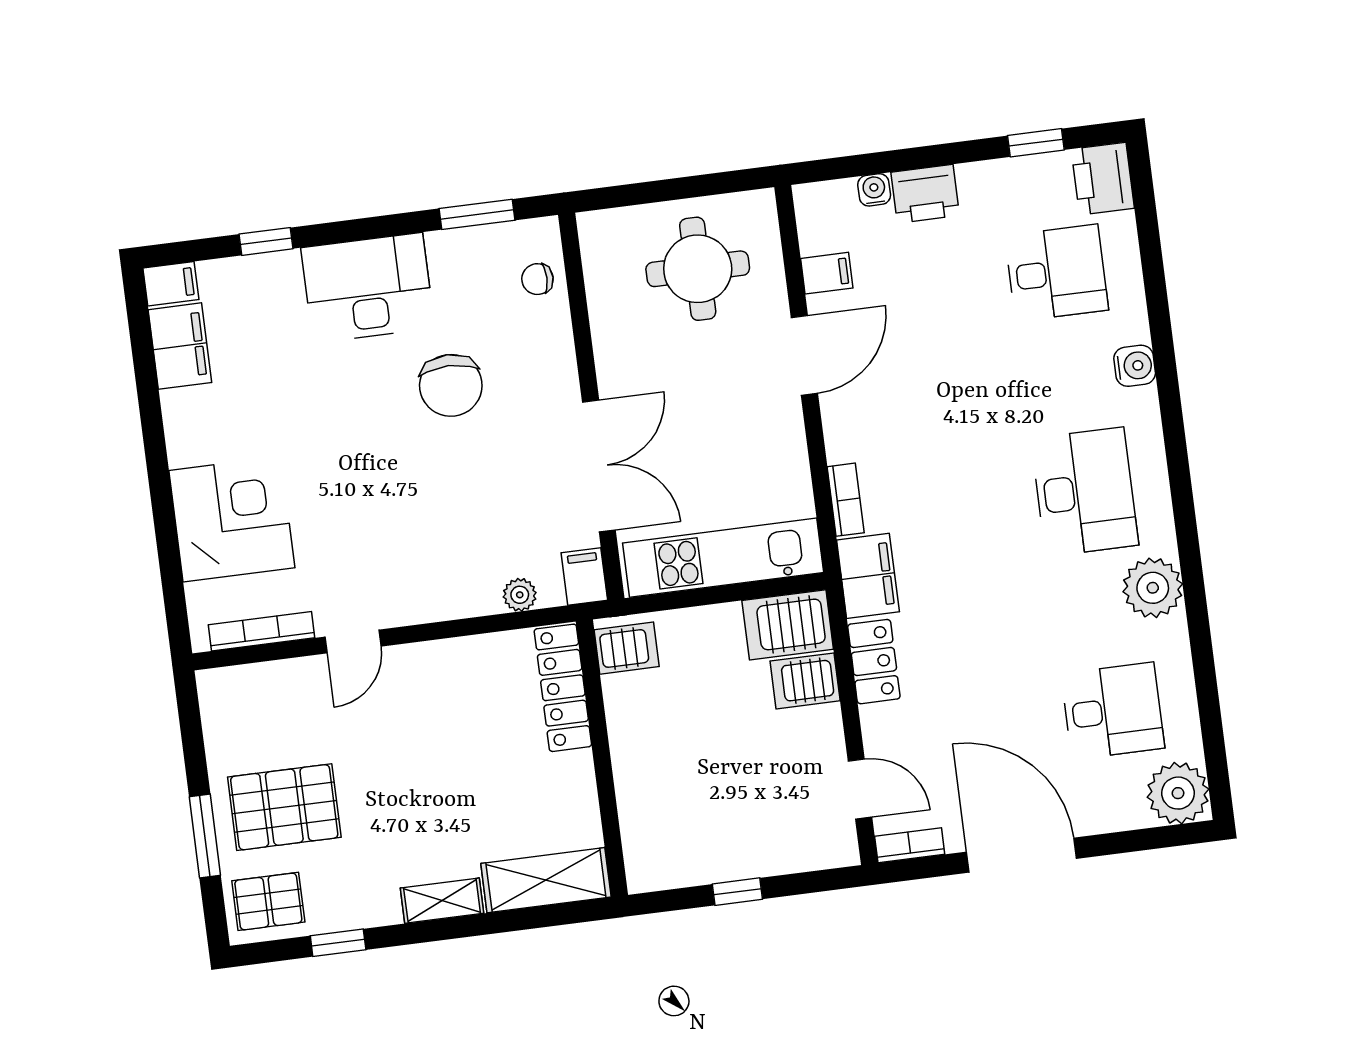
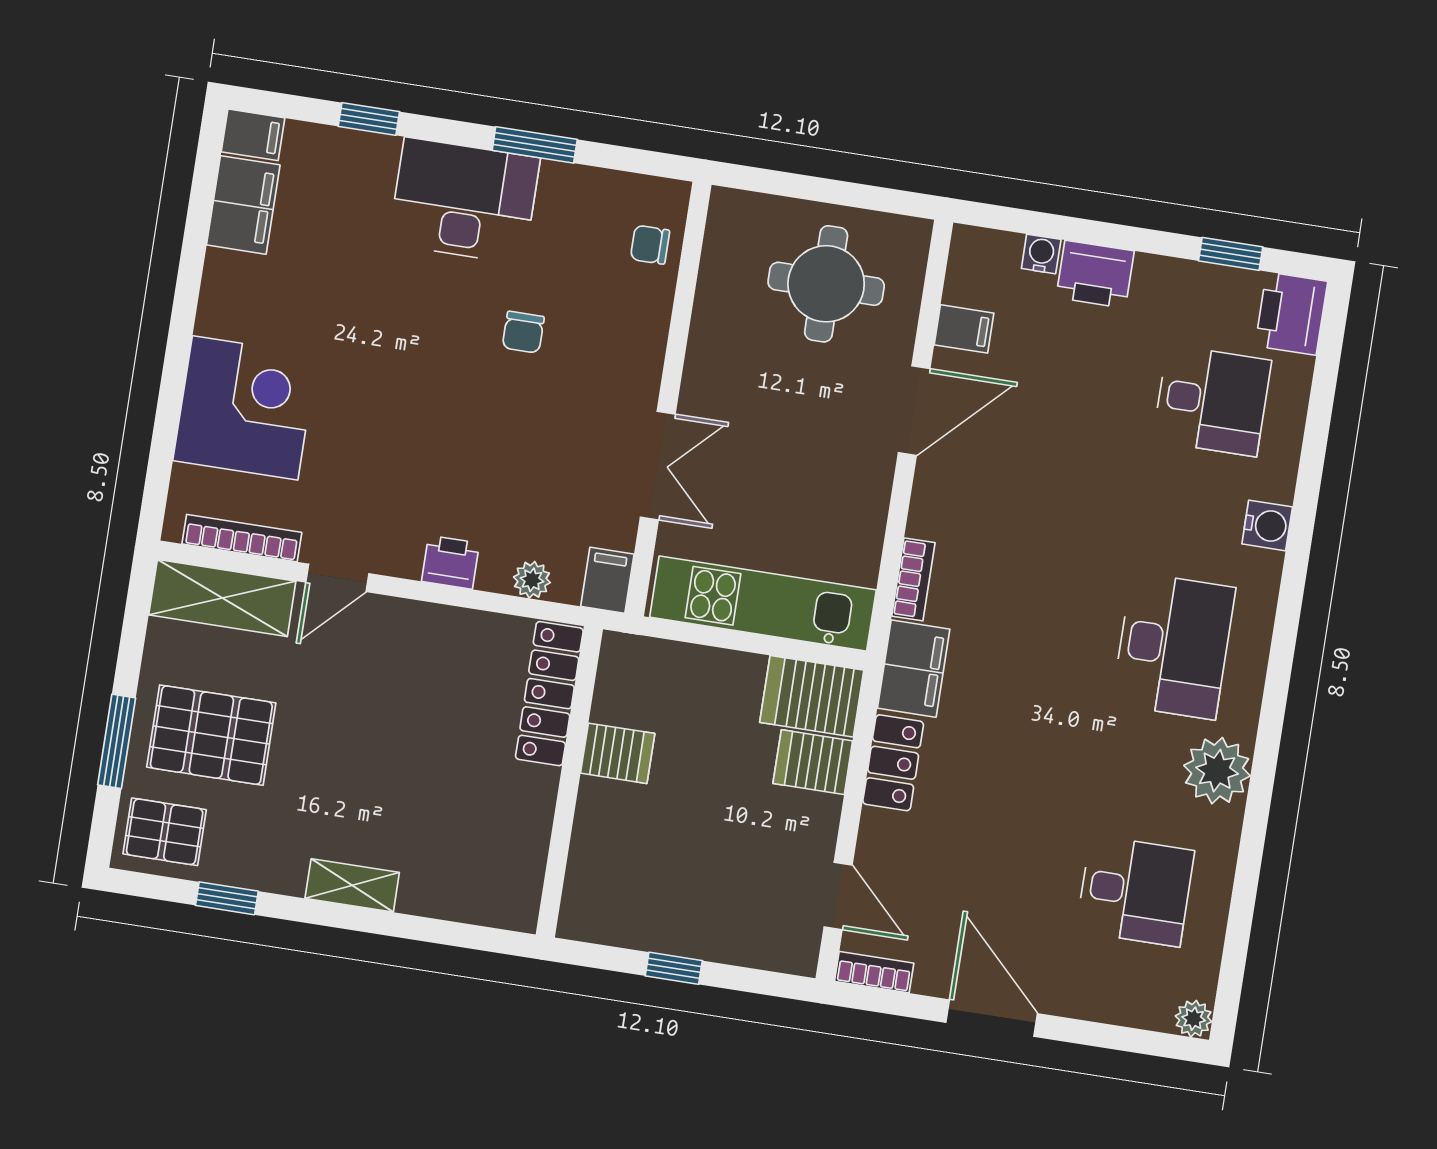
window: (477, 214) -> (535, 145), moved
chair: (451, 385) -> (523, 332), width x0.54, depth x0.54
double door: (599, 466) -> (658, 466), width x0.73
printer: (446, 600) -> (450, 562), added
server rack: (627, 648) -> (618, 753), moved
plant: (1178, 793) -> (1194, 1019), width x0.53, depth x0.53
door: (1022, 855) -> (992, 1018), width x0.73
shelving: (546, 880) -> (222, 598), moved

